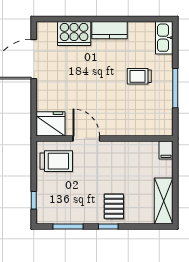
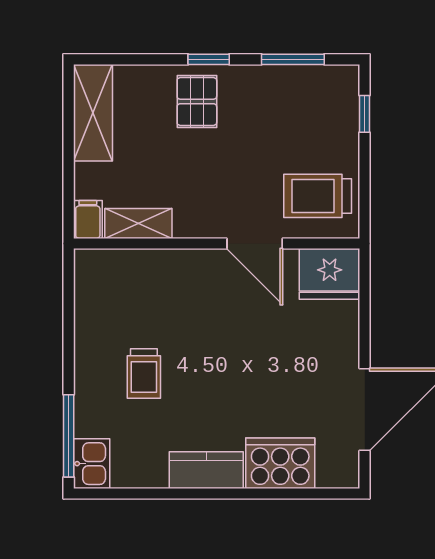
kitchen sink: (164, 38) -> (92, 464), width x0.73
trolley: (139, 76) -> (144, 374), turned 90
window: (175, 88) -> (69, 436), moved
shelving: (142, 148) -> (138, 223), added

